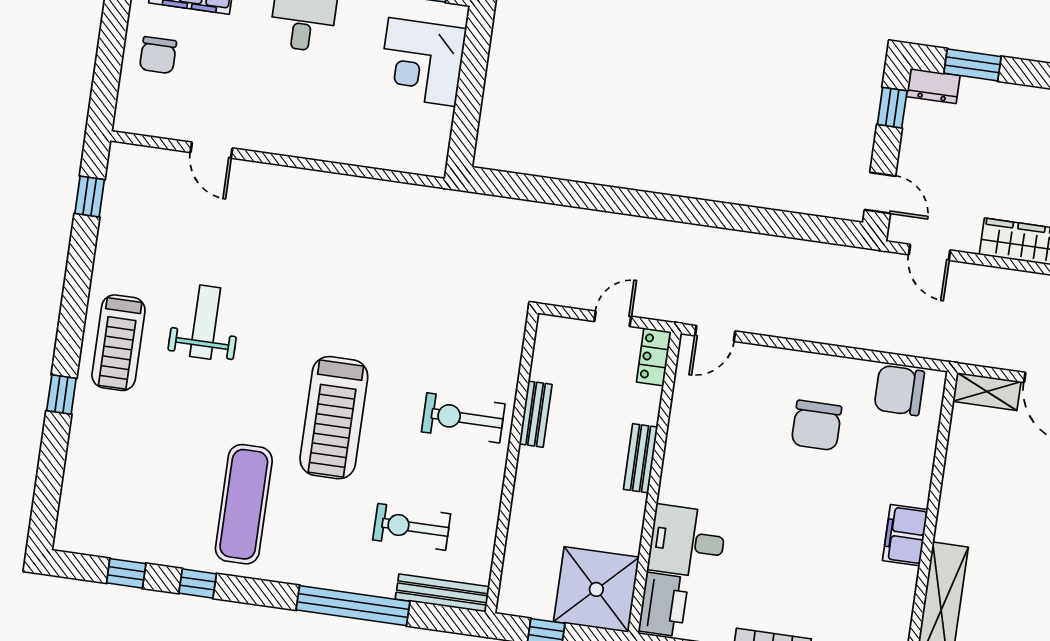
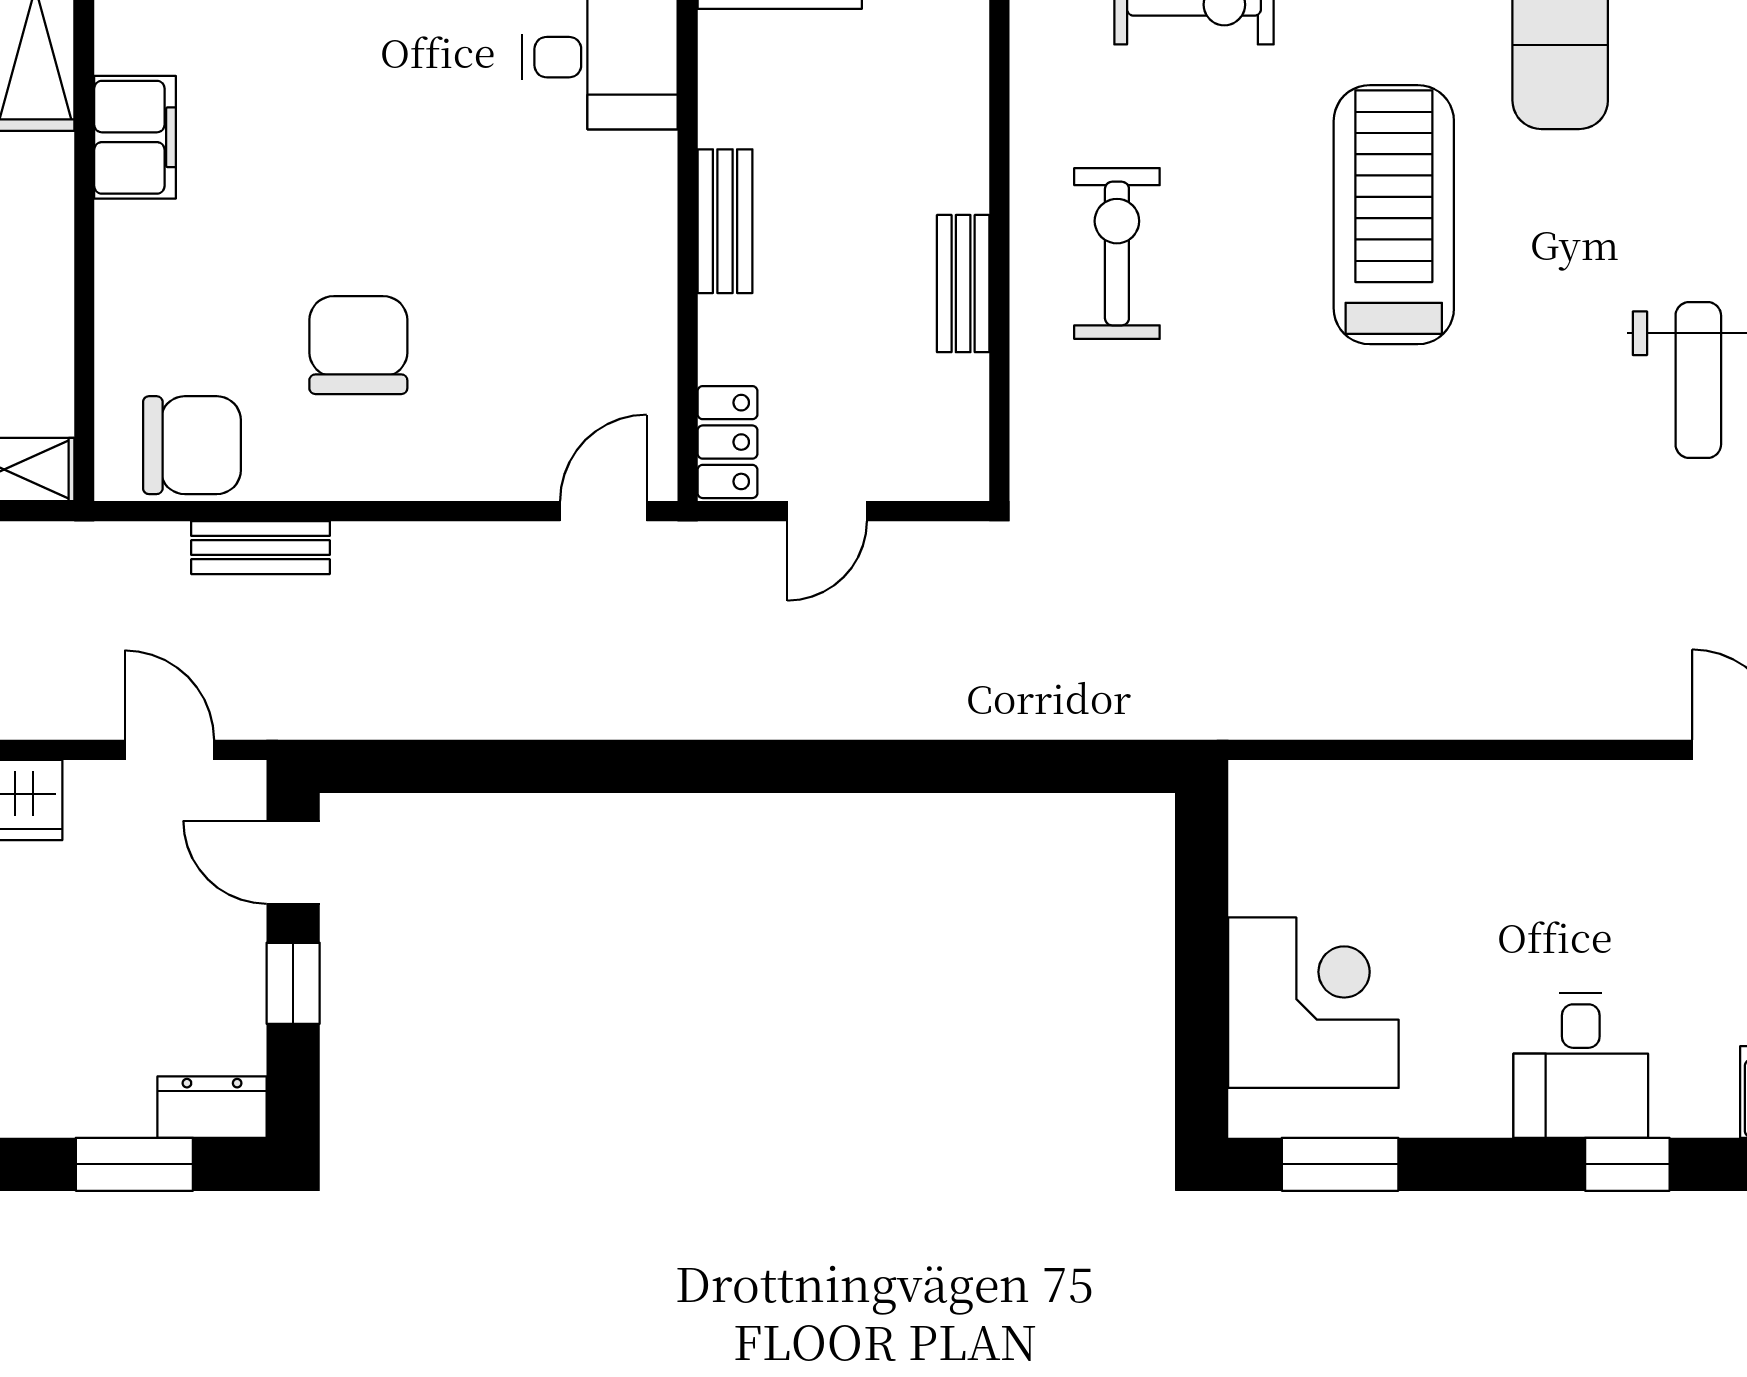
window: (892, 108) -> (293, 983), moved
bench: (875, 339) -> (261, 548), added
exercise bike: (463, 418) -> (1117, 254), turned -90

